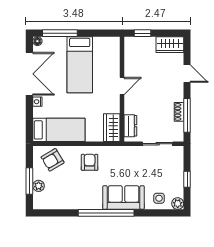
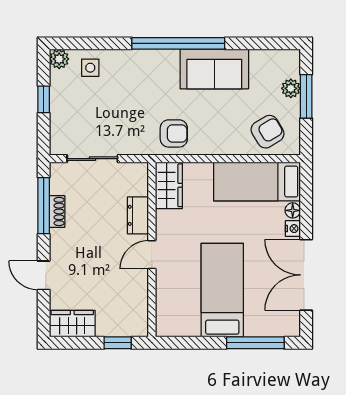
floor lamp: (37, 41) -> (293, 210), moved
dresser: (130, 126) -> (138, 215), moved
armchair: (90, 162) -> (174, 133), moved, turned -90
sofa: (124, 197) -> (214, 69), moved

